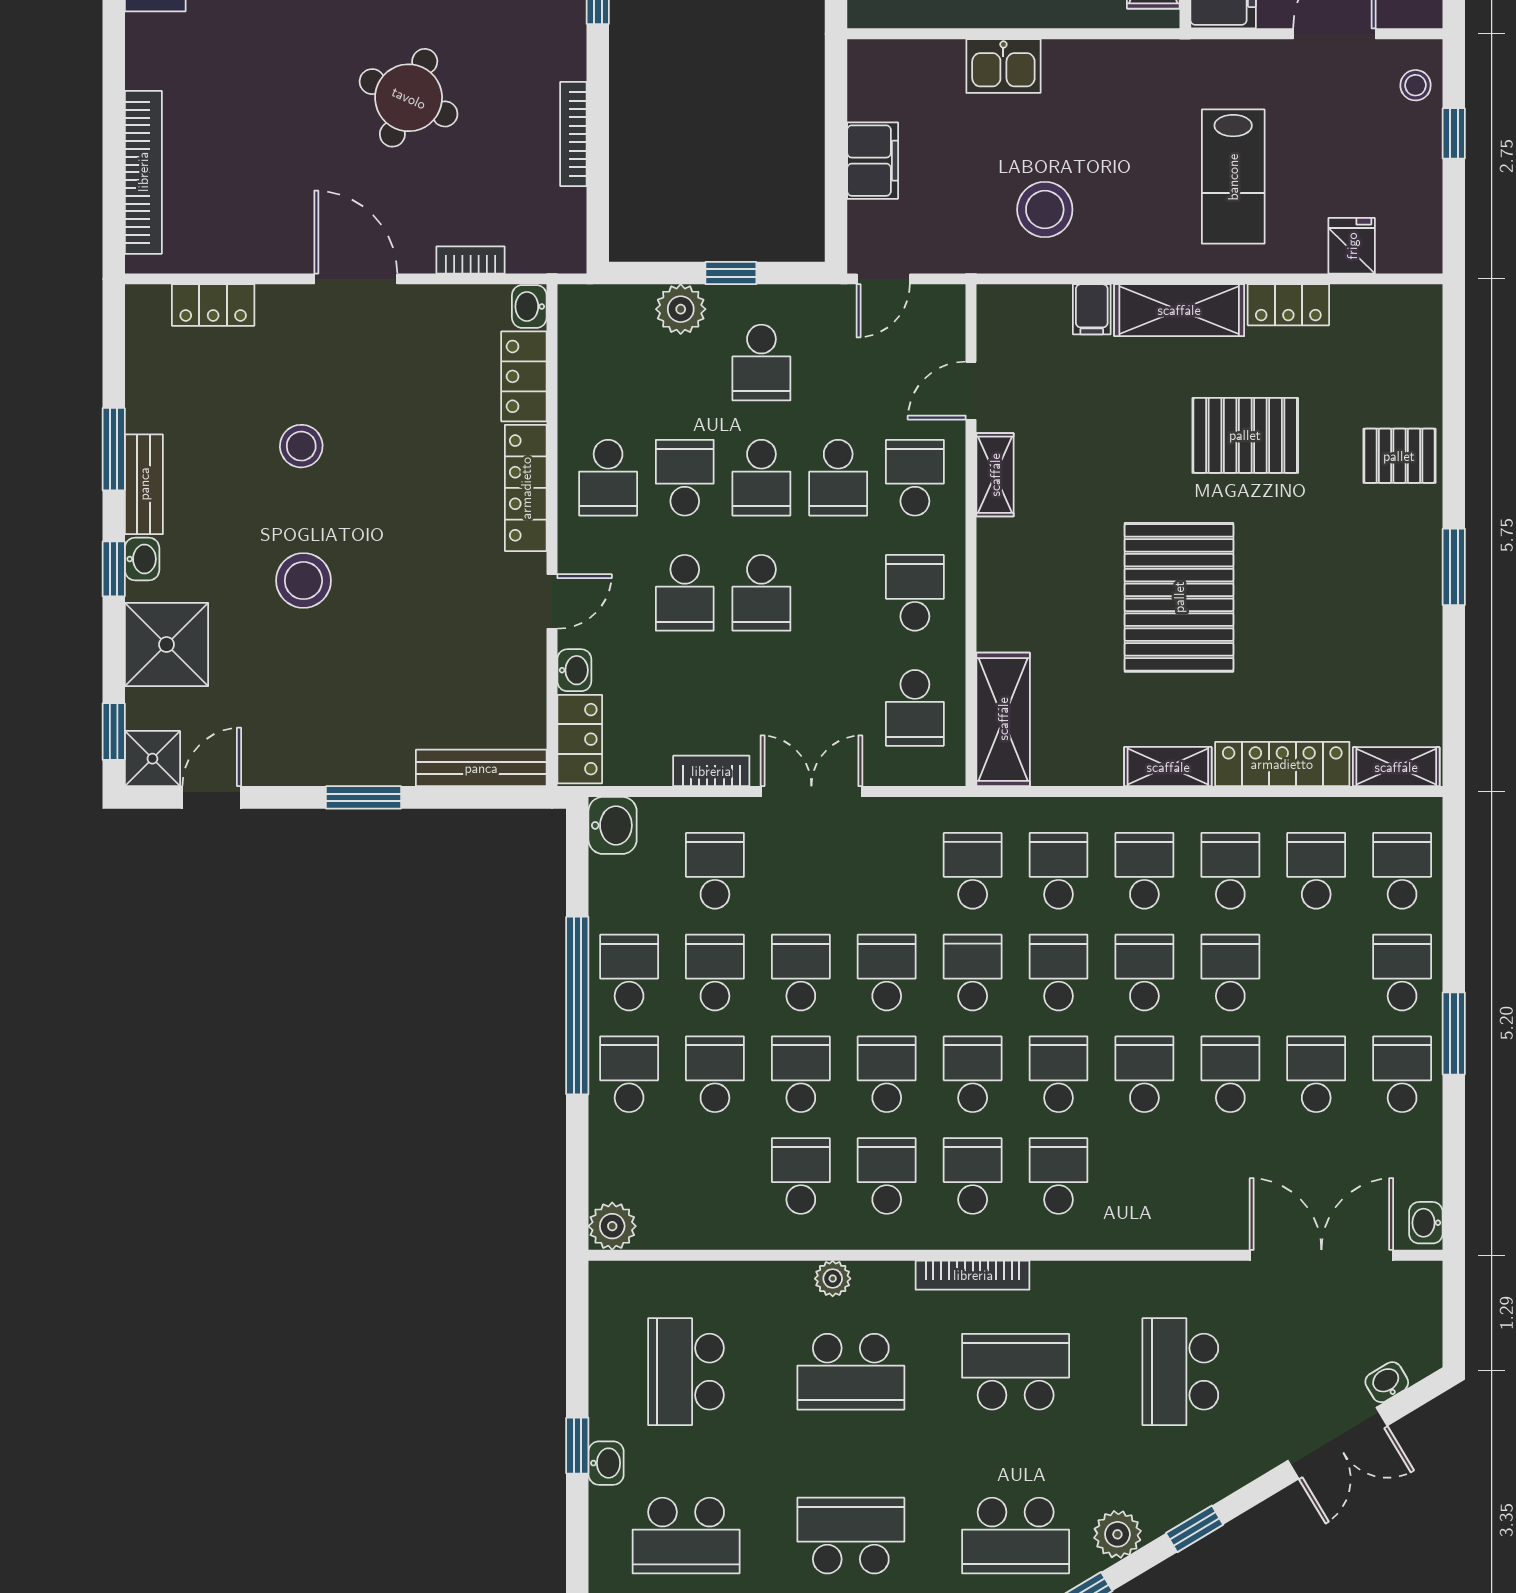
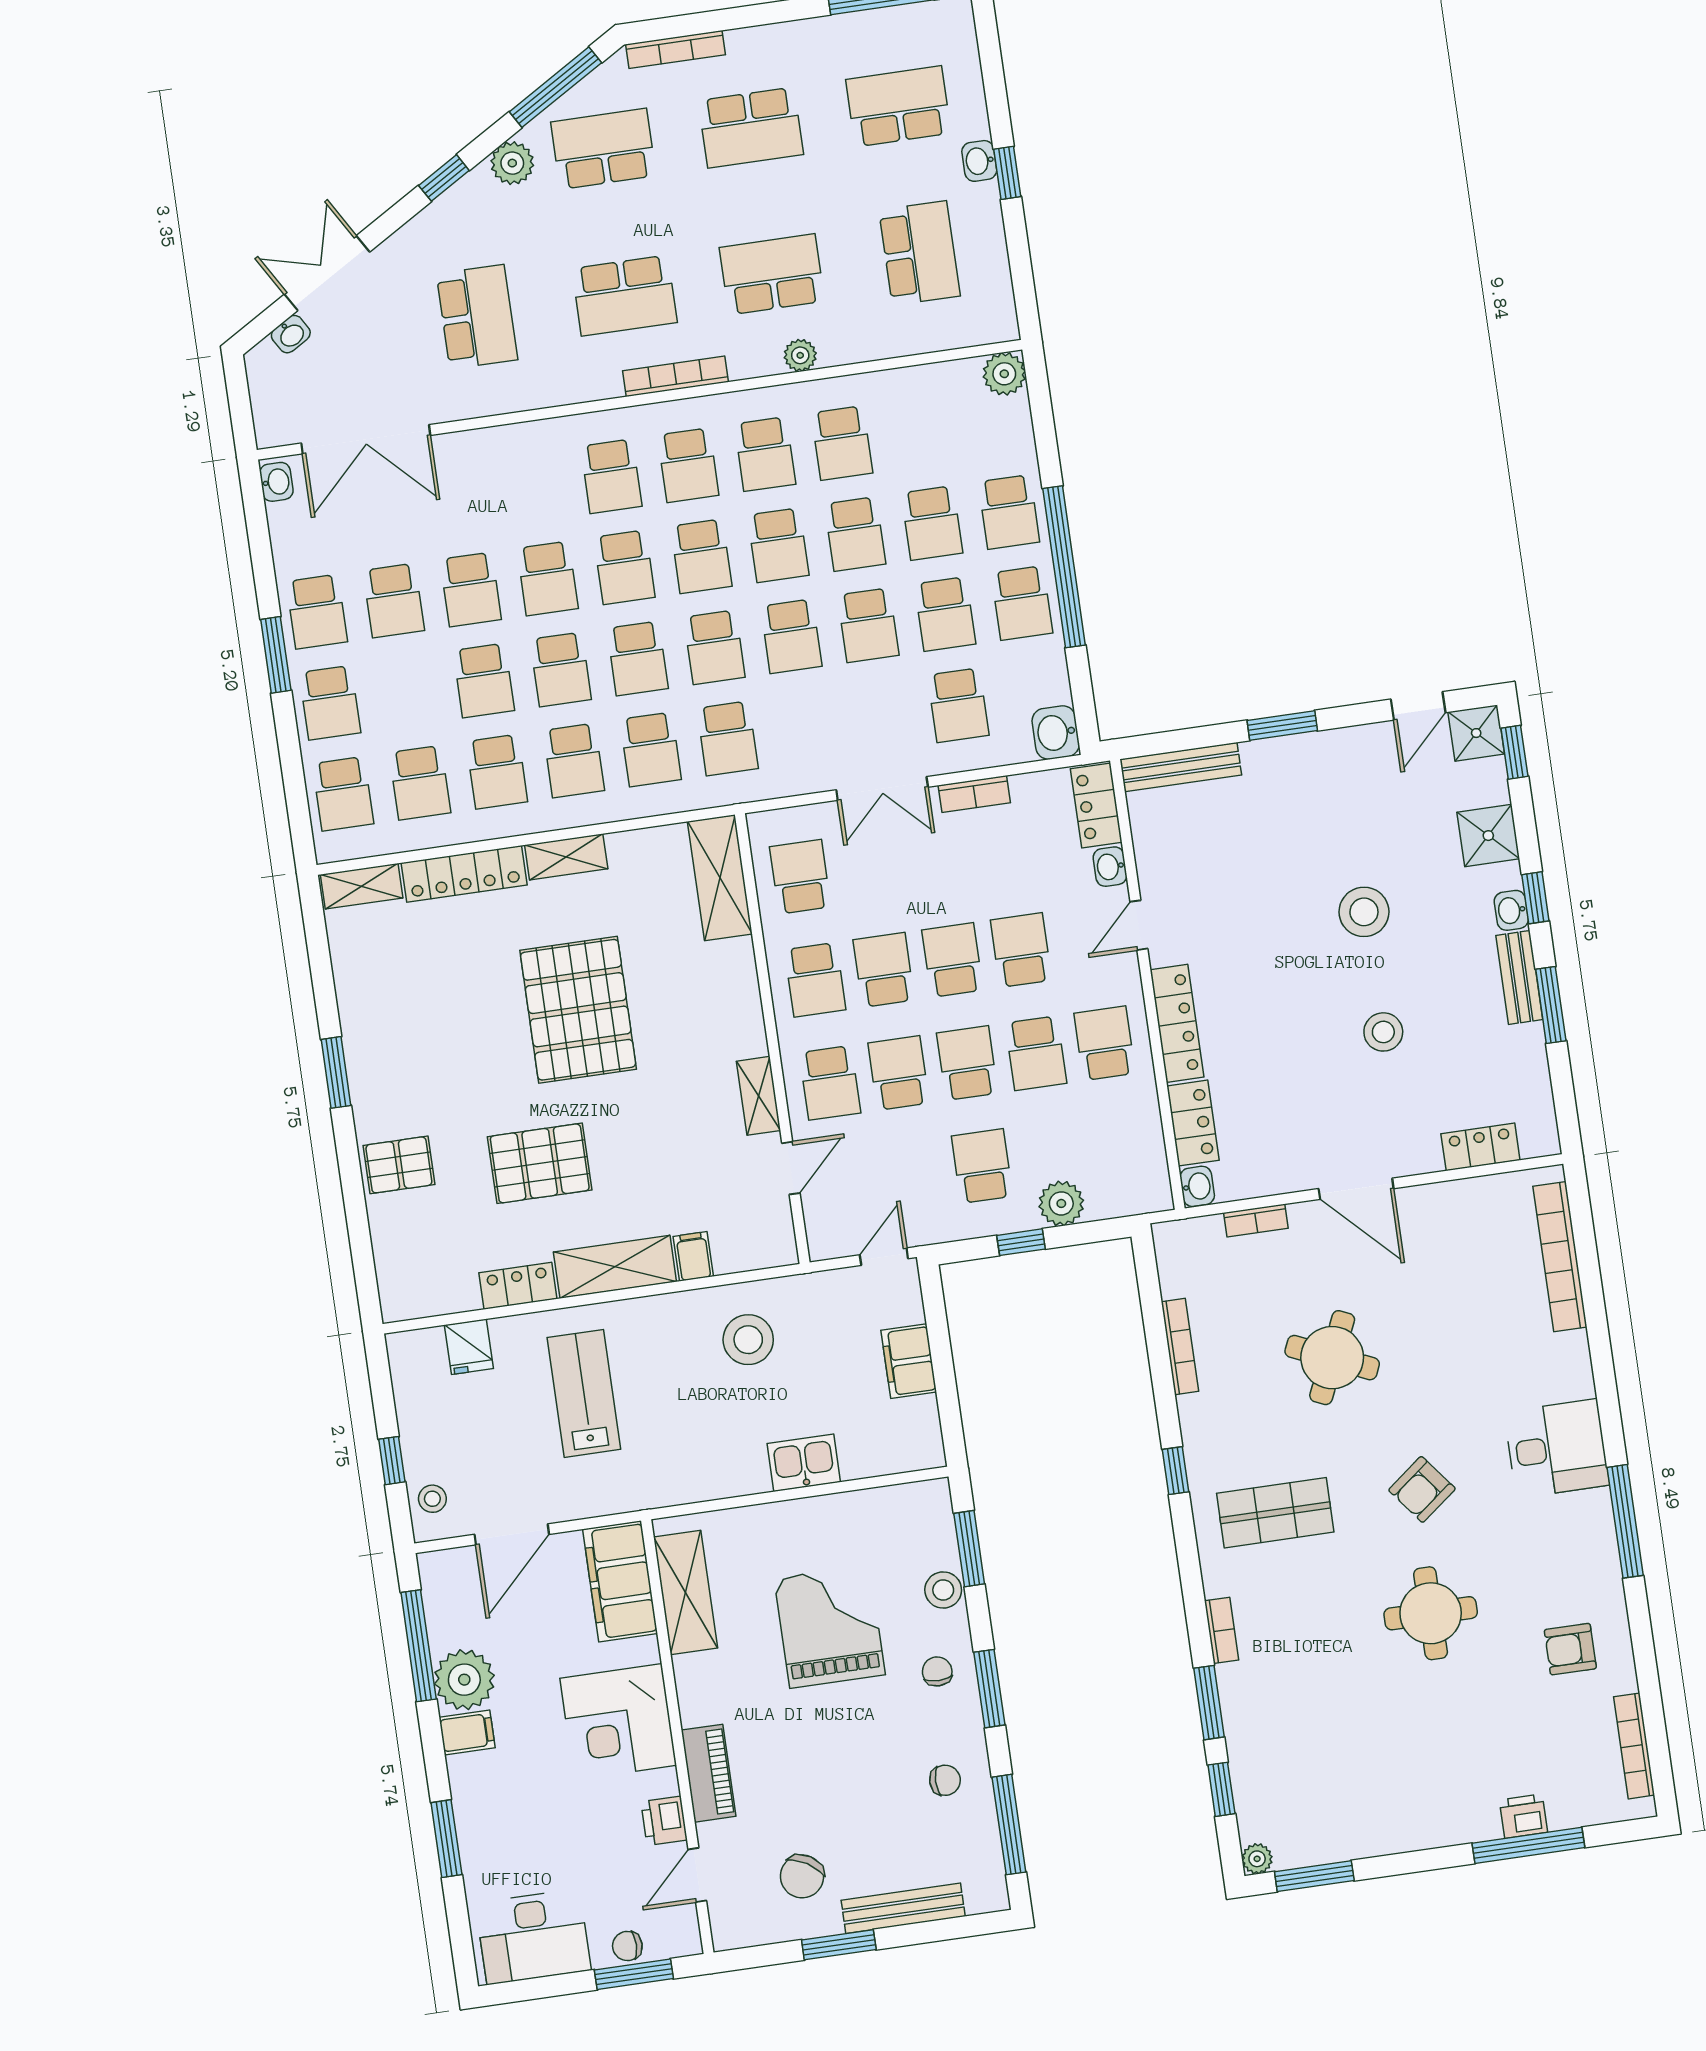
school desk: (838, 593) -> (884, 970), added
shower: (166, 644) -> (1488, 836), width x0.73, depth x0.73

